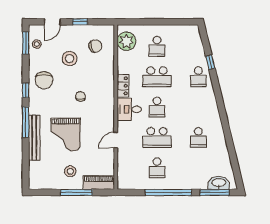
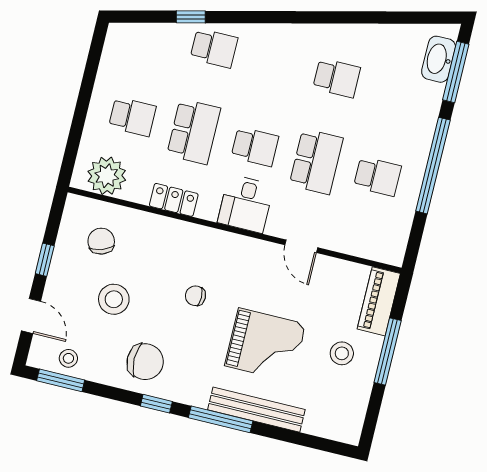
locker: (123, 86) -> (174, 200), moved

